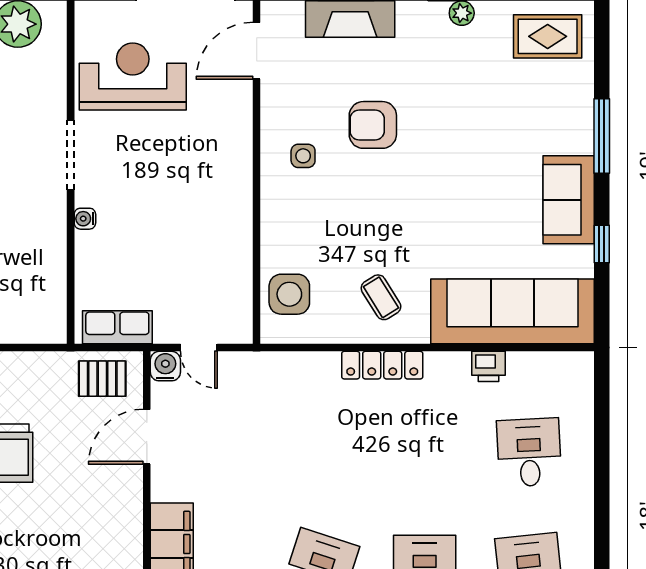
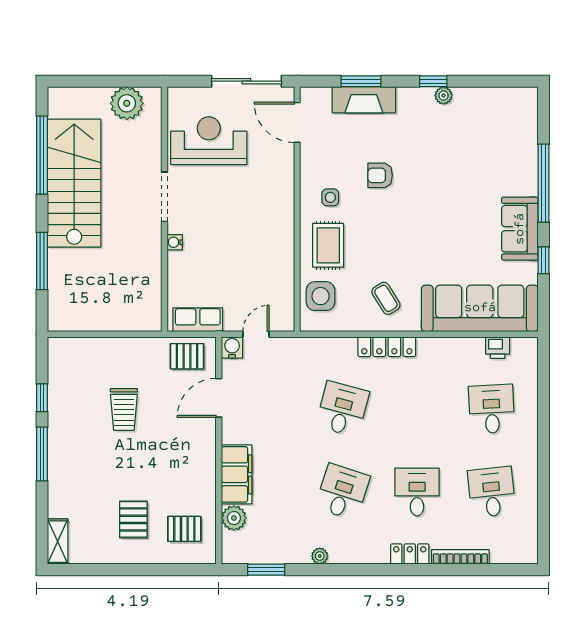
rug: (548, 36) -> (328, 245), moved, turned 90
door: (257, 51) -> (297, 122), hinge flipped
armchair: (373, 125) -> (380, 175), width x0.72, depth x0.72
window: (602, 136) -> (544, 183), width x1.46
door: (199, 348) -> (256, 334), swing flipped
printer: (489, 366) -> (498, 348), moved
desk: (320, 452) -> (342, 409), added

